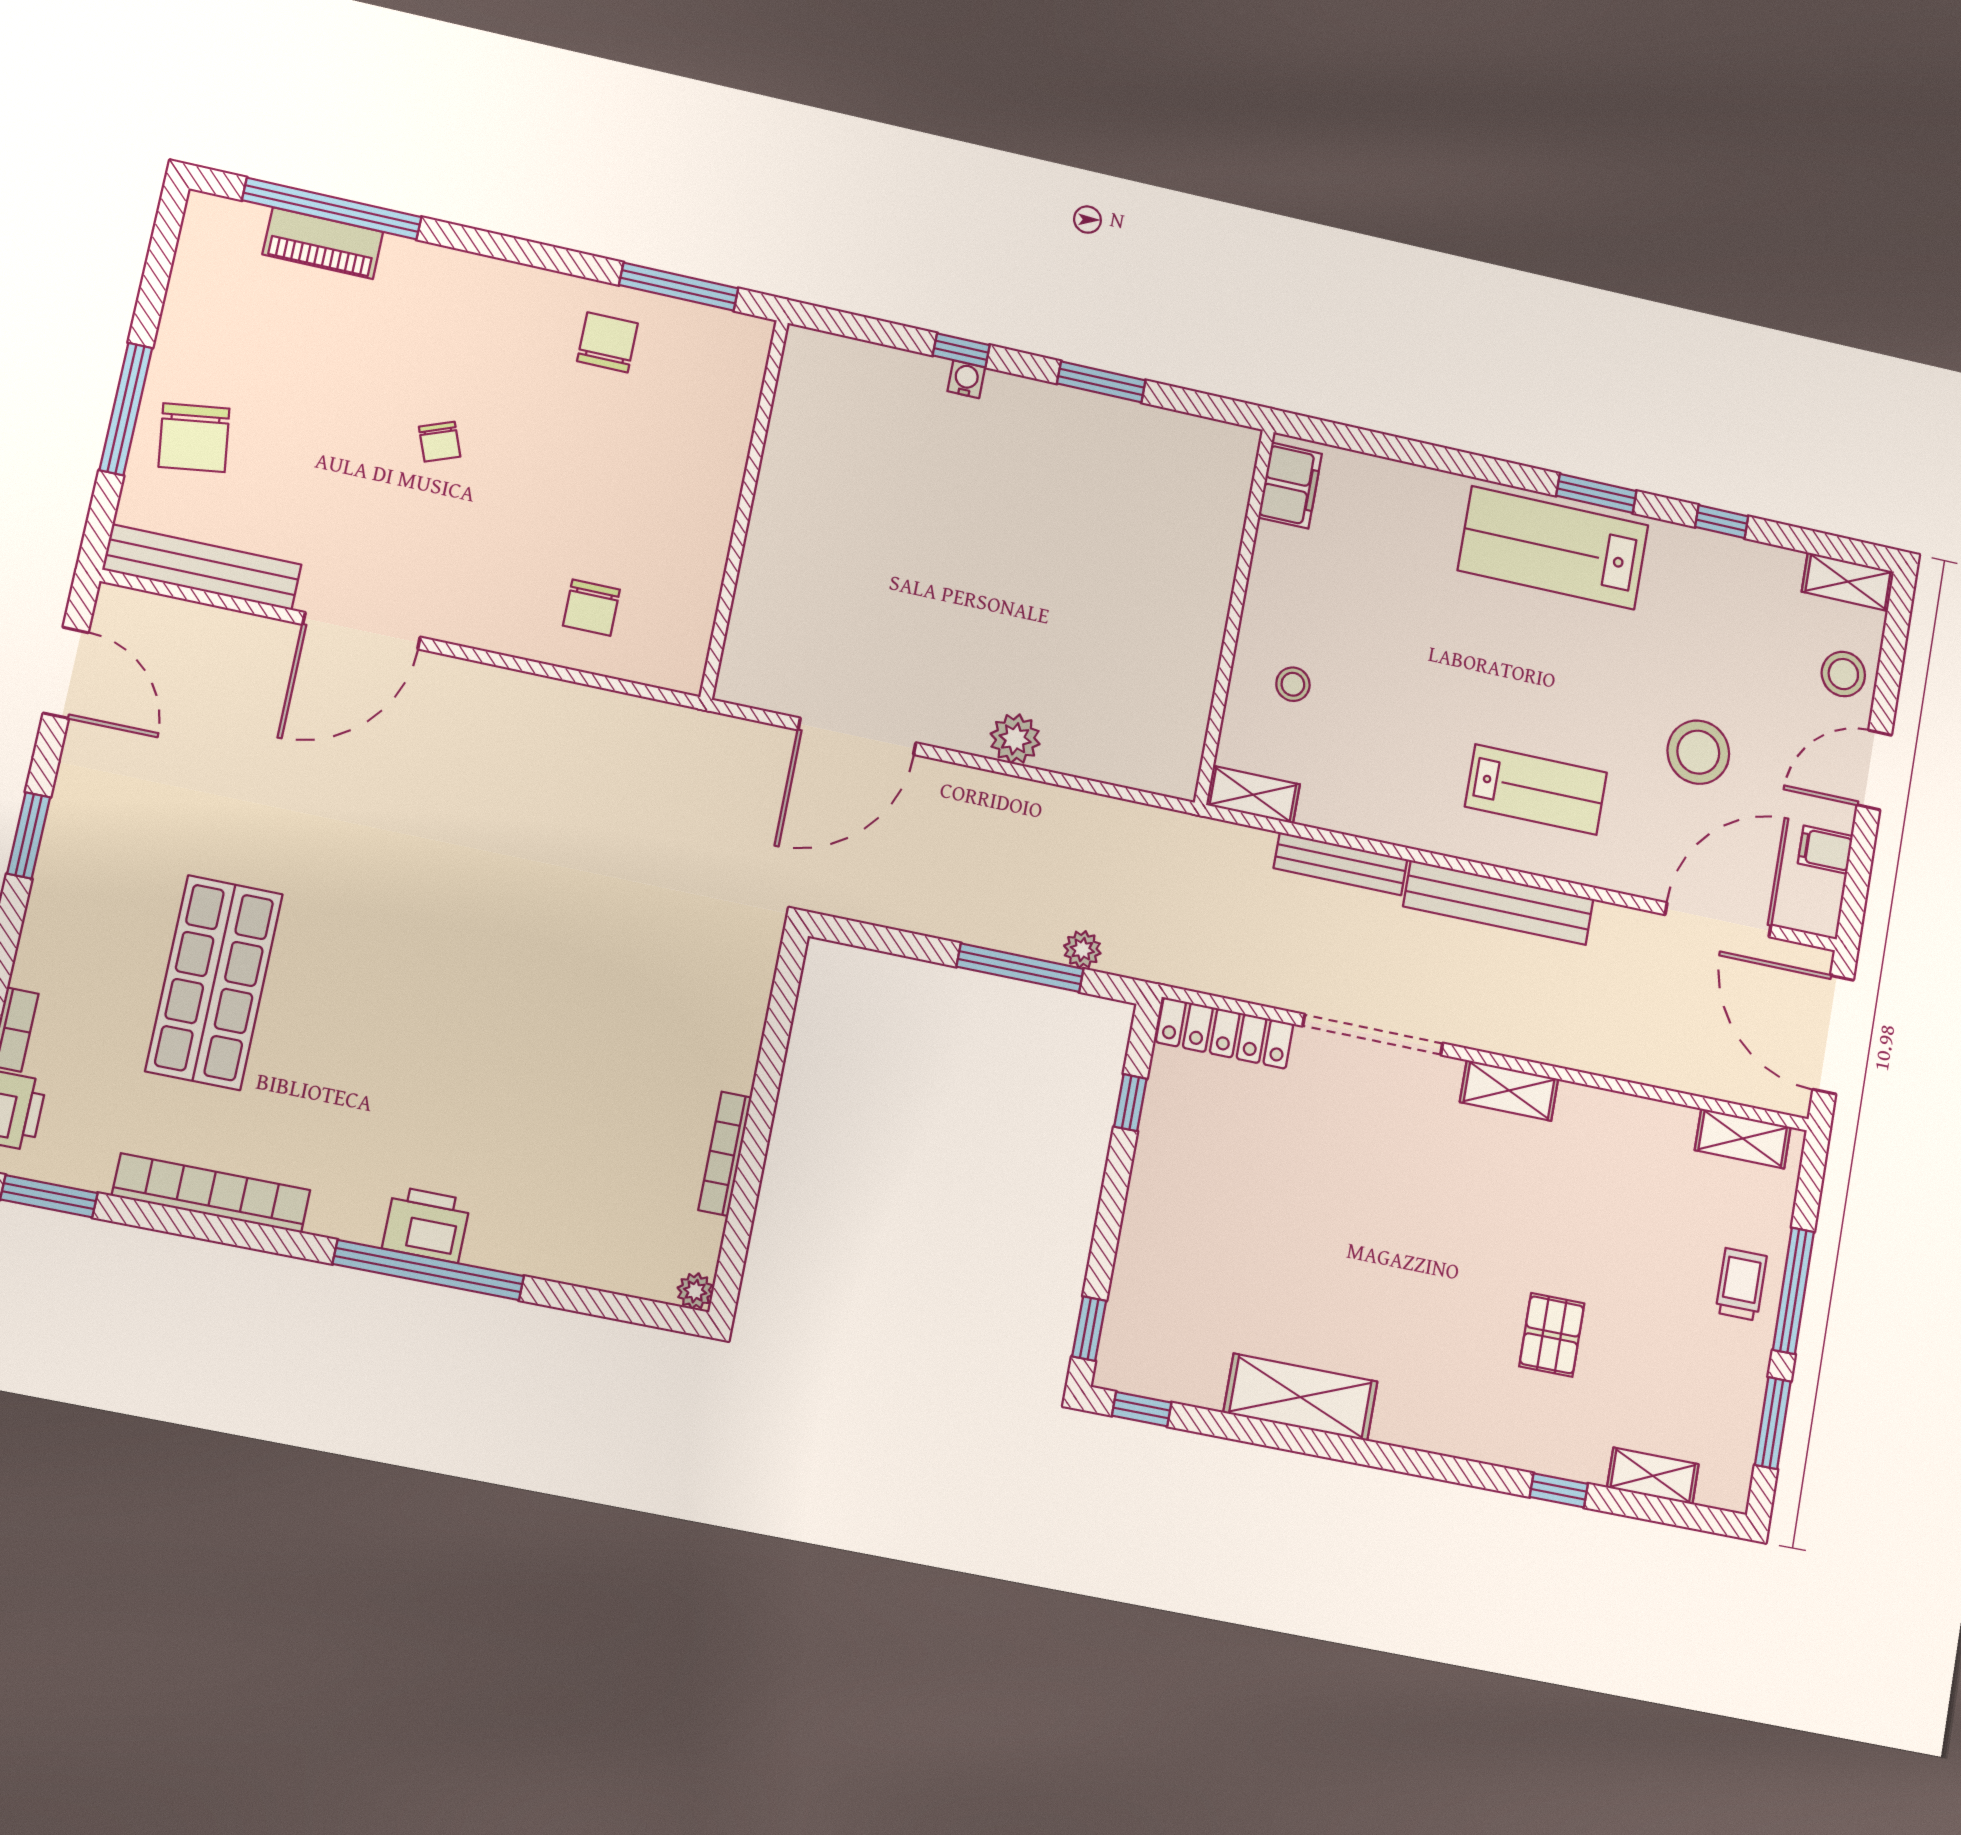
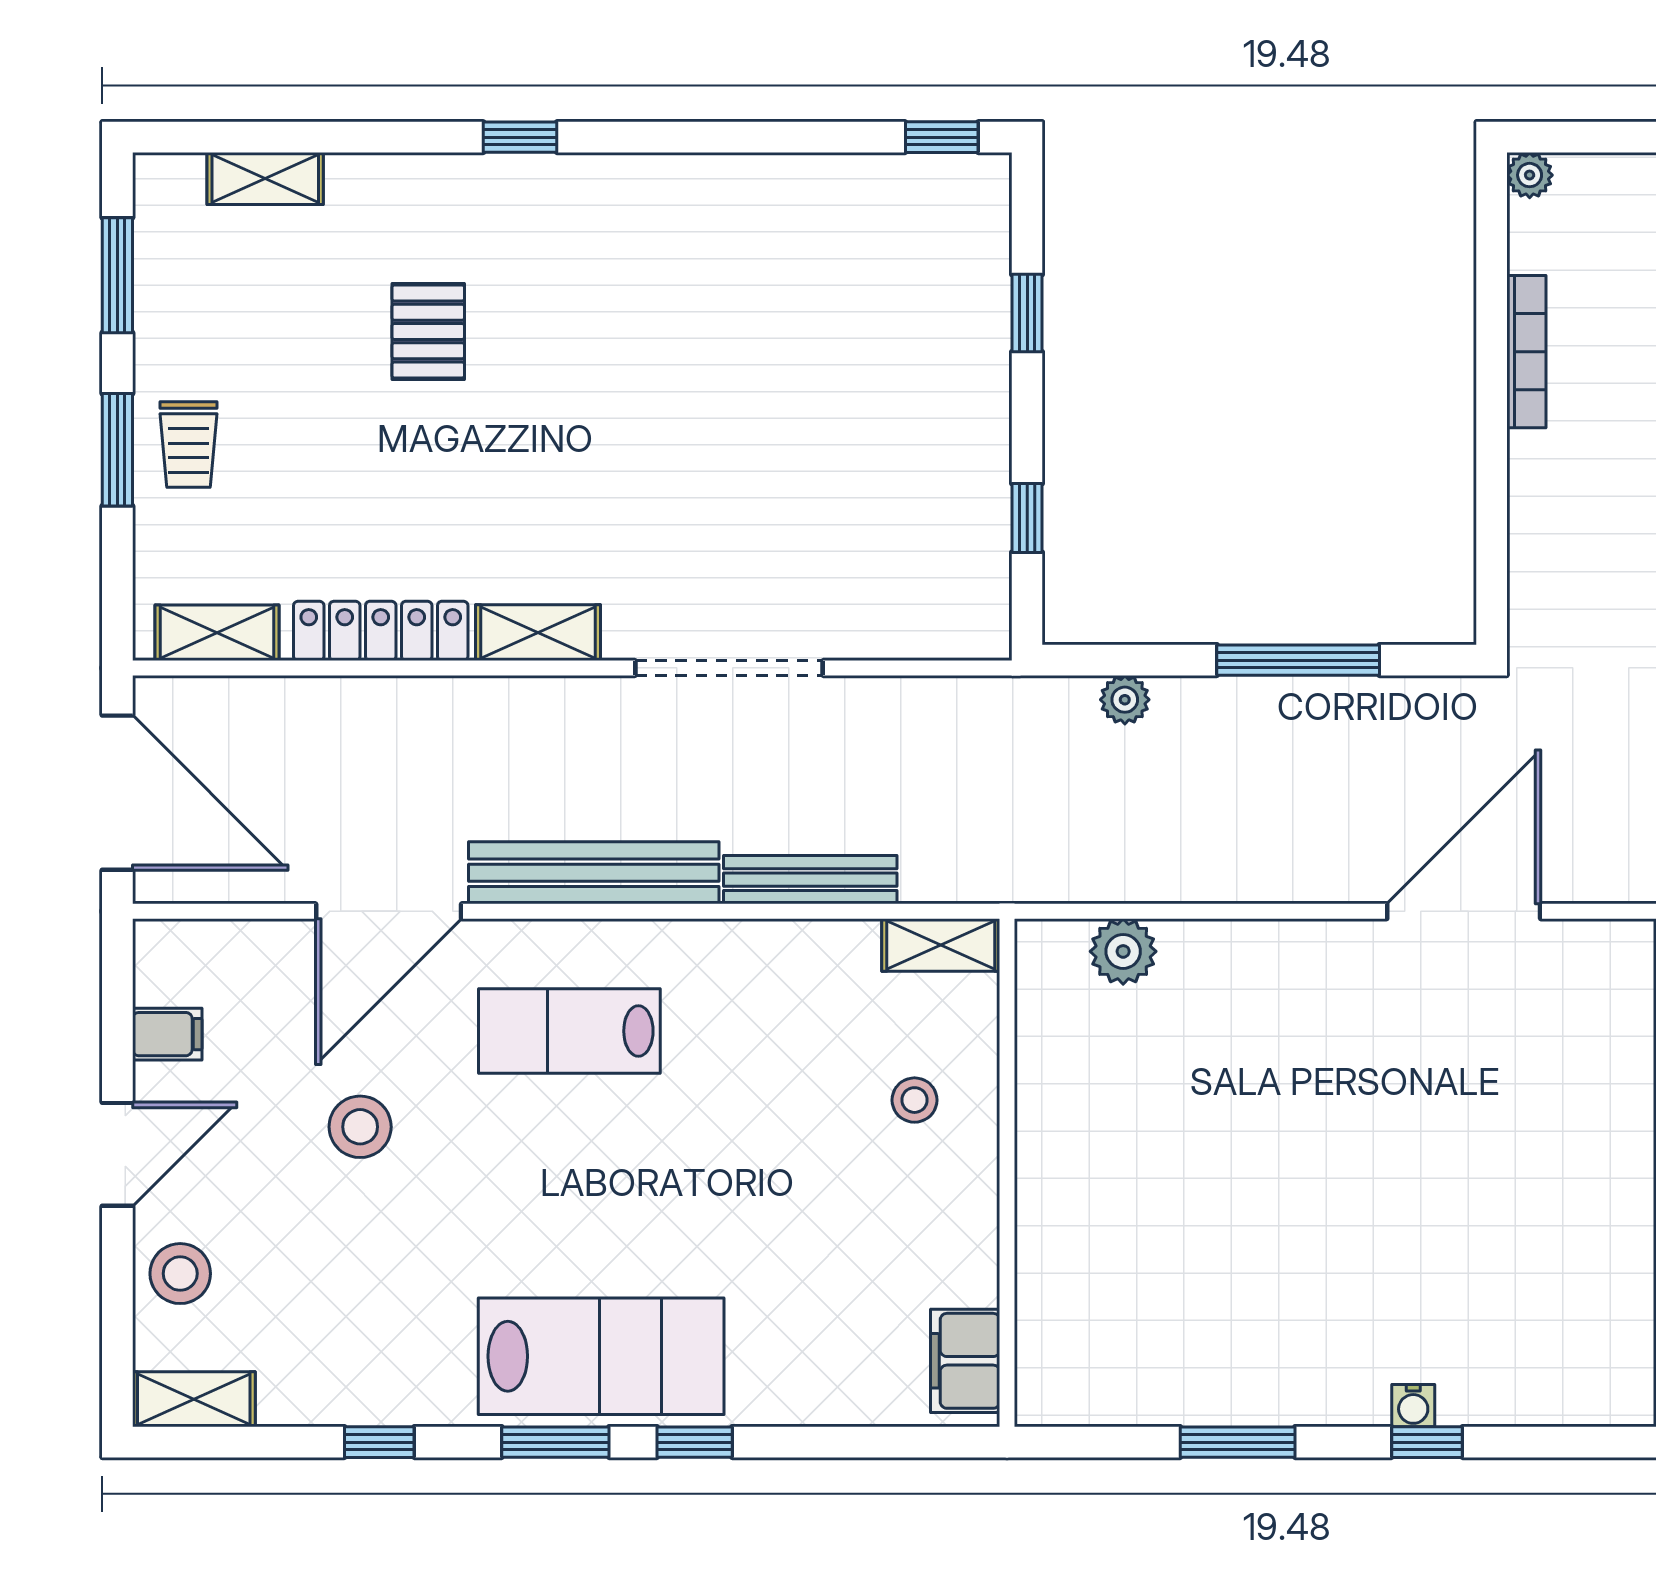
window: (1496, 471) -> (695, 1442), added
plant: (1015, 739) -> (1123, 951), moved
stool: (1698, 752) -> (360, 1127), width x0.73, depth x0.73
door: (1718, 920) -> (389, 911), moved
window: (1020, 968) -> (1298, 660), moved
locker: (1225, 1033) -> (381, 631), moved
window: (1793, 1291) -> (117, 450), width x0.69
window: (1089, 1329) -> (1027, 313), moved
shelving: (1300, 1397) -> (741, 191), removed
window: (1559, 1490) -> (520, 137), moved

